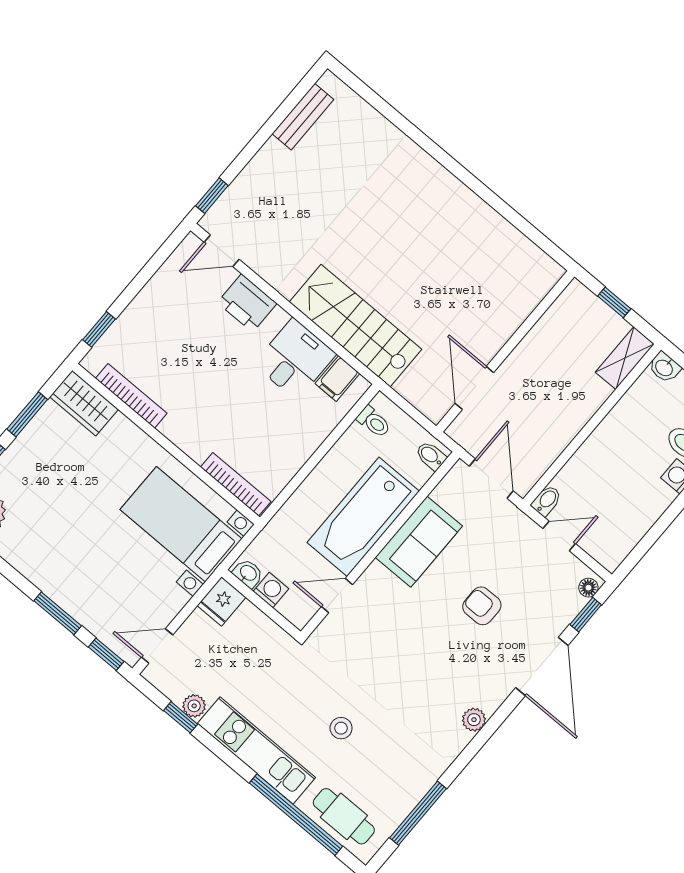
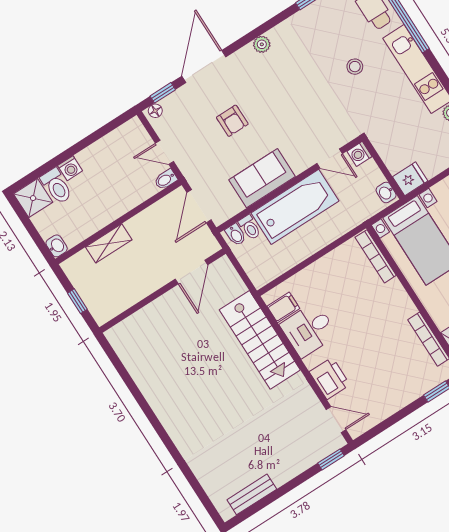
shelving: (625, 358) -> (109, 243), moved
toilet: (374, 422) -> (250, 227), moved, turned 180
washing machine: (271, 590) -> (359, 154), moved

